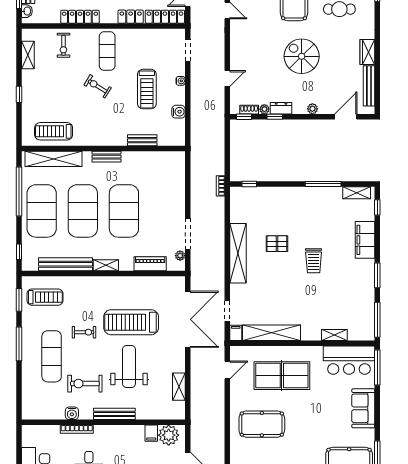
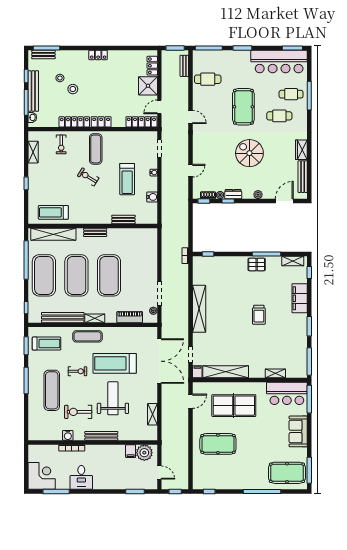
locker: (131, 17) -> (101, 122), moved
pallet: (277, 244) -> (257, 264), moved
exercise mat: (97, 288) -> (87, 336), added

